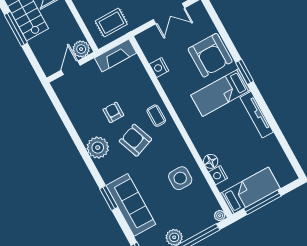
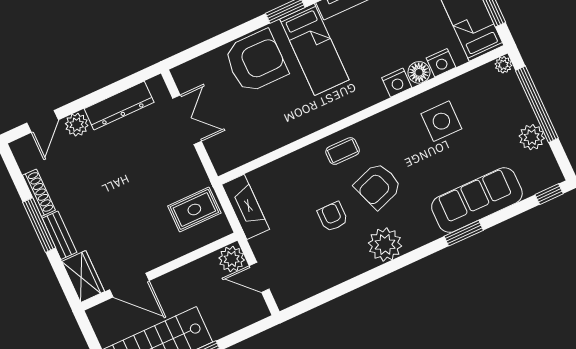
rug: (111, 23) -> (194, 209), turned 90
nightstand: (159, 67) -> (397, 83), moved
armchair: (113, 112) -> (333, 217), turned 90

